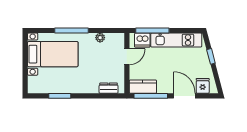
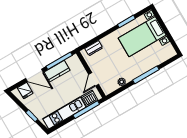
bed with nightstands: (53, 54) -> (142, 37), moved
kitchen counter: (143, 87) -> (57, 71), moved

